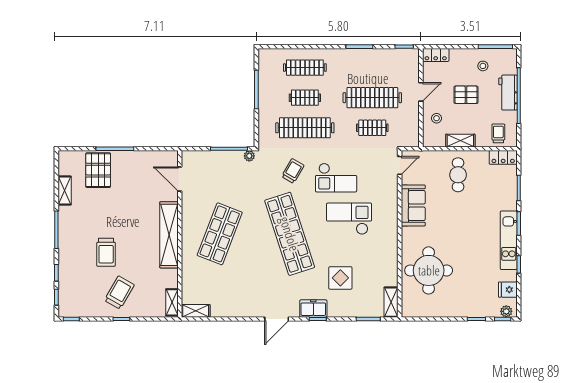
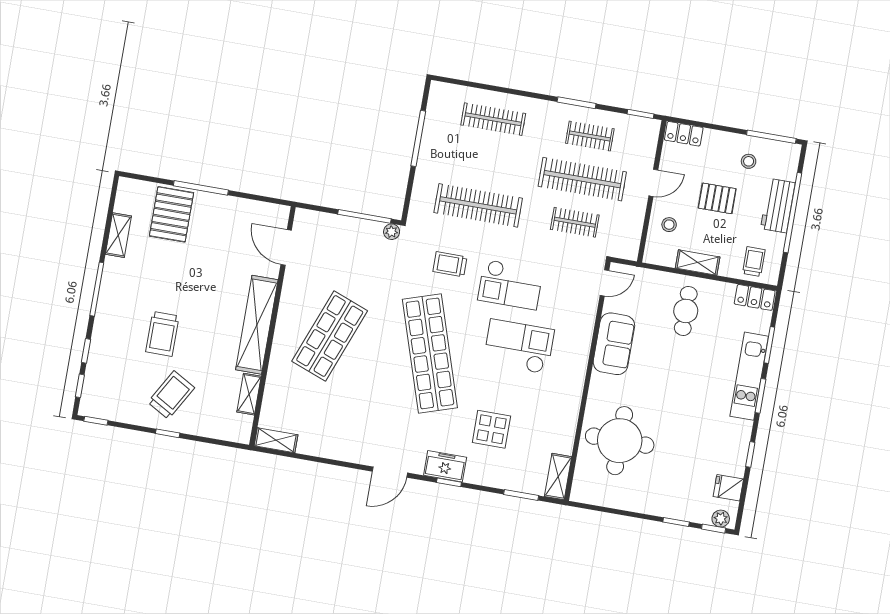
clothes rail: (305, 98) -> (590, 136), moved
trolley: (293, 171) -> (450, 264), turned -120
kitchen unit: (509, 240) -> (749, 376), moved
shelving: (172, 302) -> (249, 394), moved

